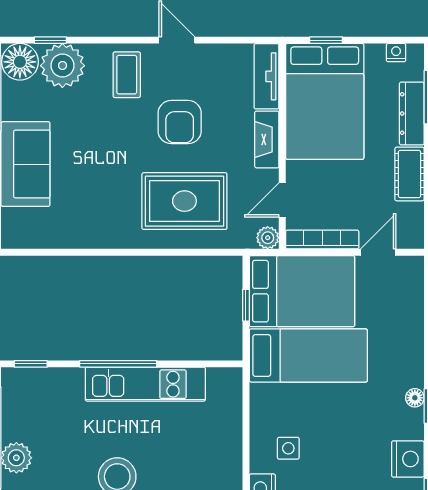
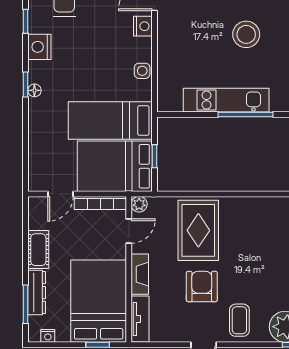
rug: (184, 201) -> (198, 230), turned 90
side table: (288, 448) -> (142, 71), moved

